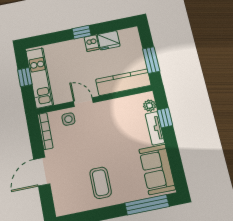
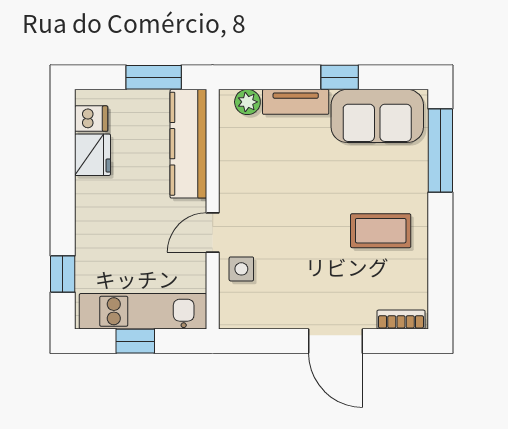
window: (82, 32) -> (63, 274), moved
dishwasher: (92, 43) -> (91, 119), moved
window: (165, 118) -> (340, 77), moved
bookcase: (45, 131) -> (401, 320), moved, width x0.64

